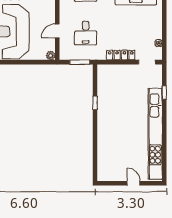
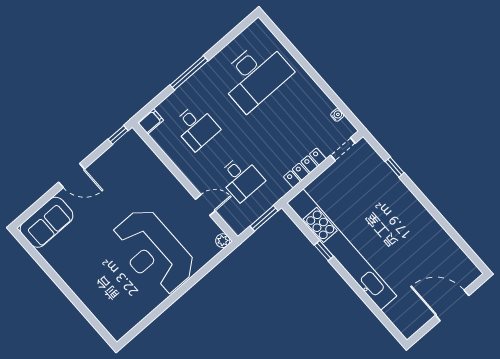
door: (57, 31) -> (205, 205), swing flipped
kitchen unit: (155, 134) -> (342, 250), moved, turned 180
door: (134, 183) -> (452, 305), width x1.88

